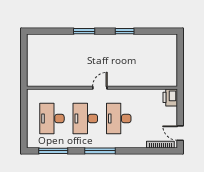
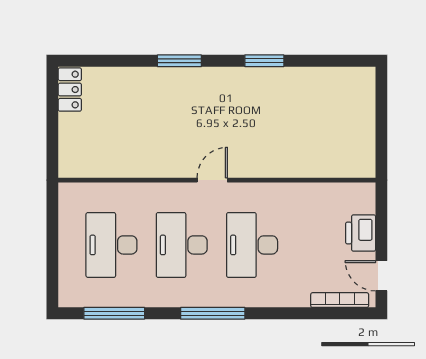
locker: (32, 45) -> (70, 90), added
printer: (170, 97) -> (361, 233), moved

